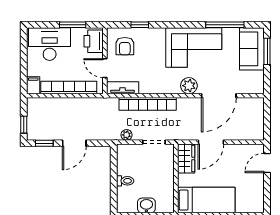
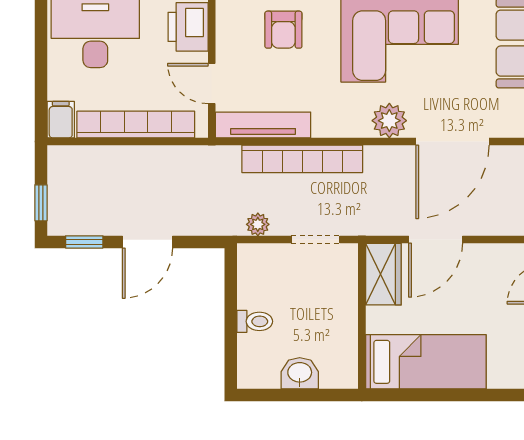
armchair: (125, 46) -> (283, 30), moved
tv unit: (123, 88) -> (263, 125), width x1.41

